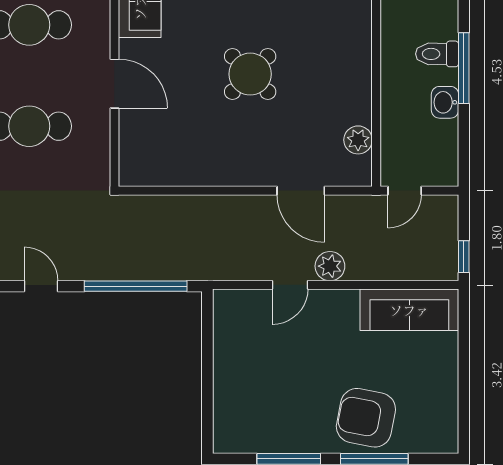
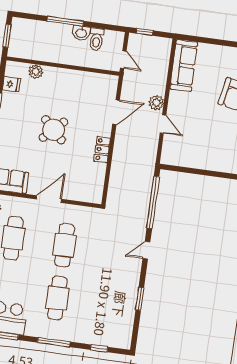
toilet: (437, 54) -> (97, 39), moved
plant: (358, 140) -> (36, 72), moved
locker: (225, 174) -> (102, 150), added
window: (464, 257) -> (144, 32), moved

